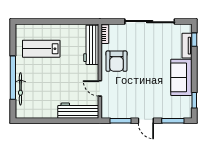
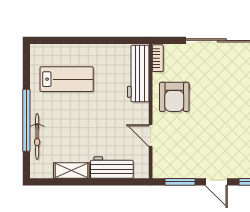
lab bench: (41, 49) -> (67, 79), turned 180
workbench: (78, 111) -> (112, 168), width x0.73
shelving: (45, 113) -> (71, 171), added

